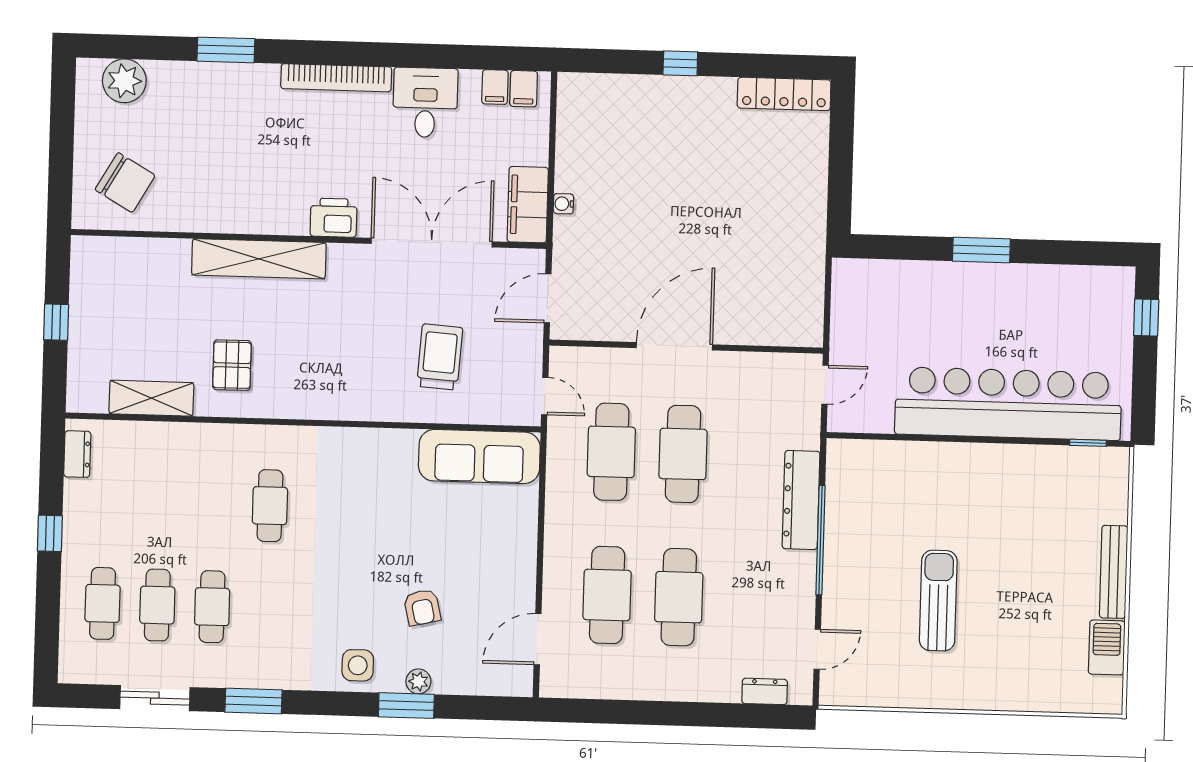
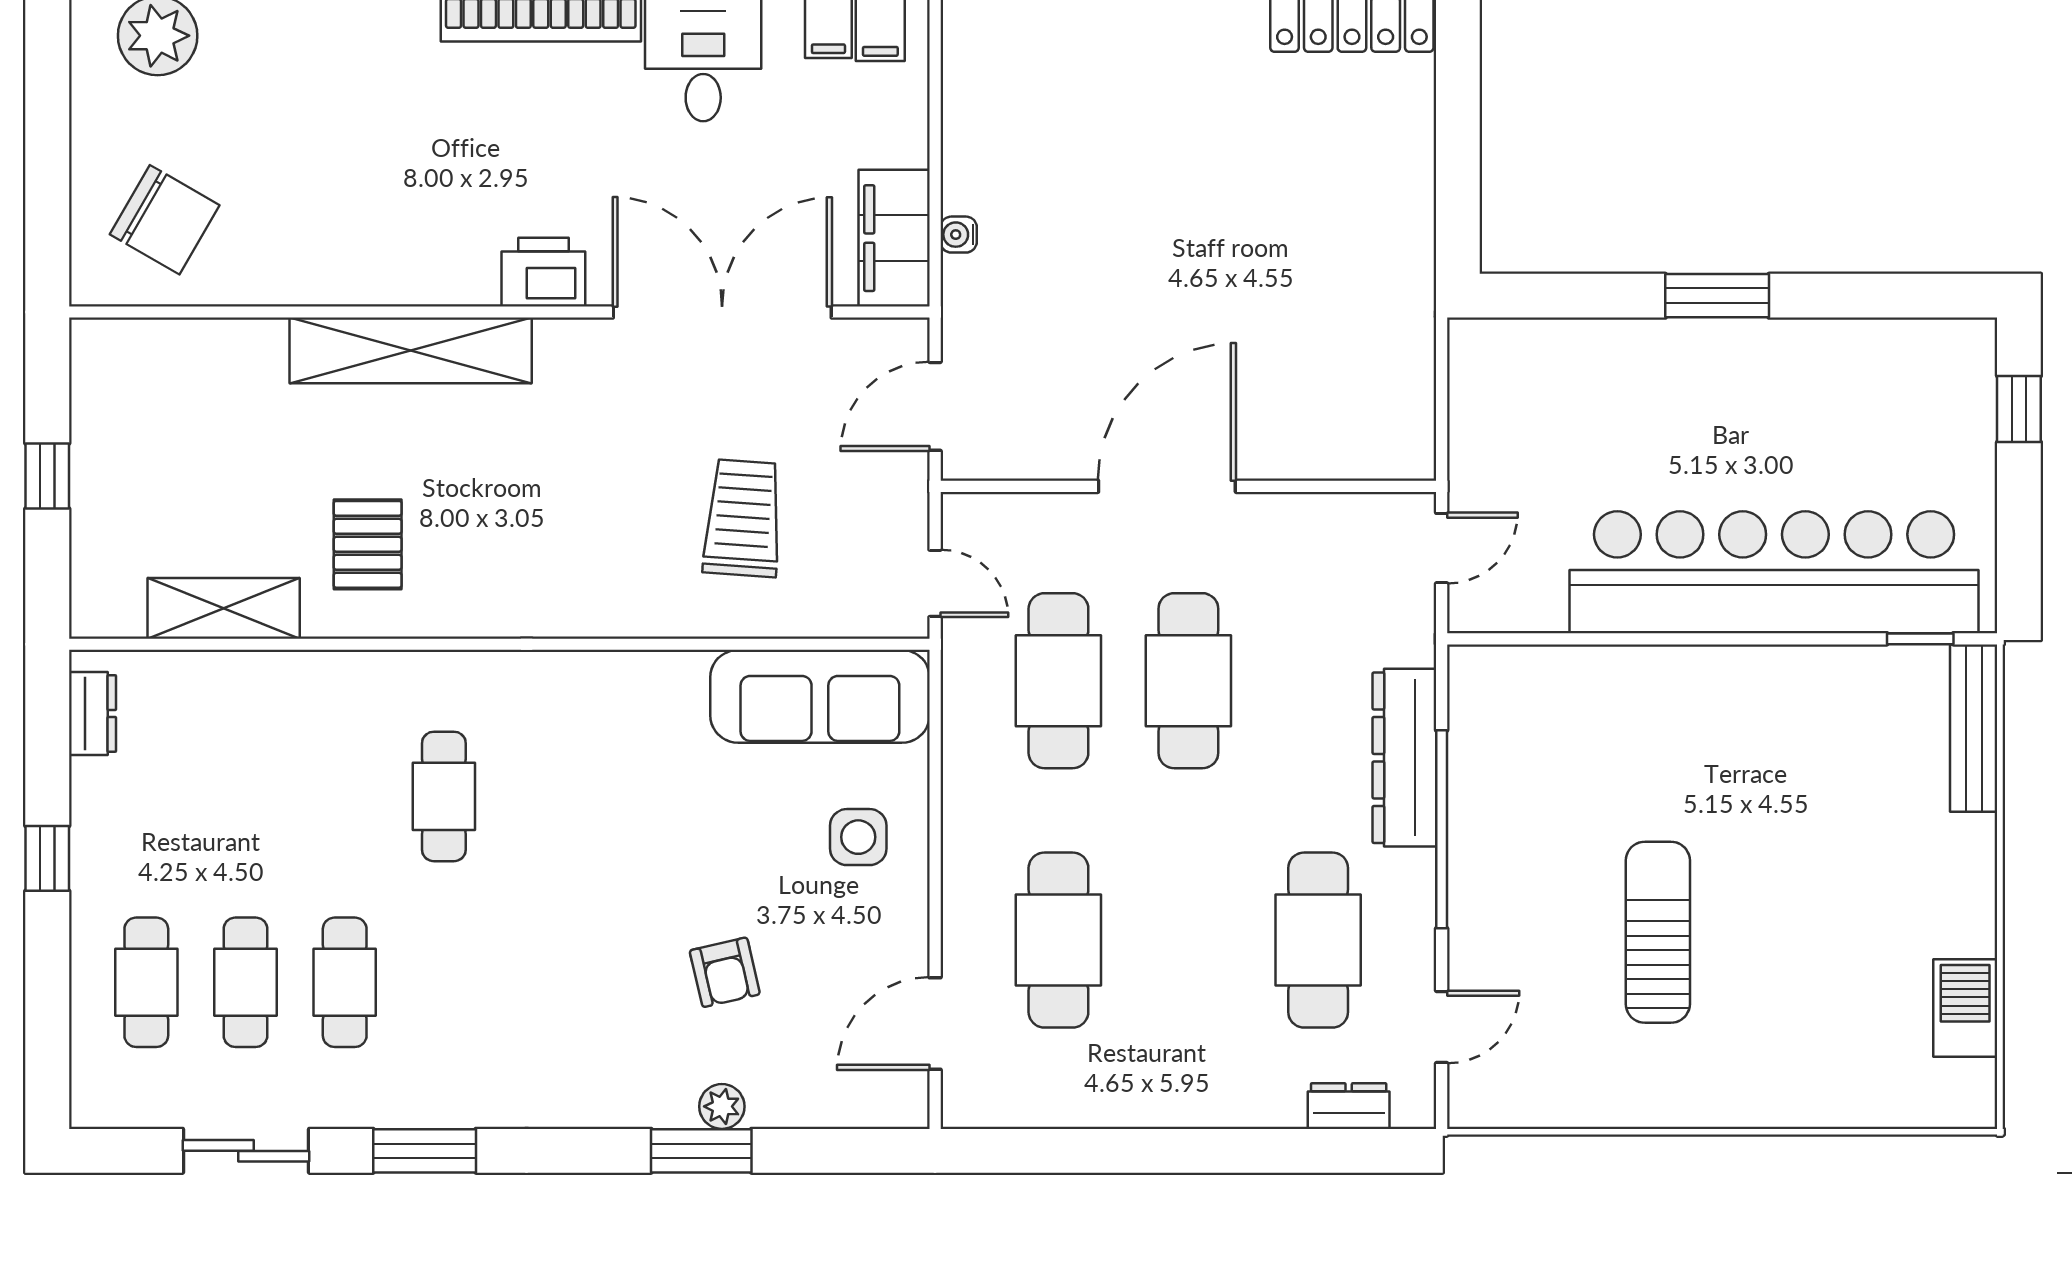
bench: (1114, 572) -> (1974, 728), moved
cafe table: (679, 597) -> (1318, 940), moved
side table: (358, 665) -> (858, 837), moved

